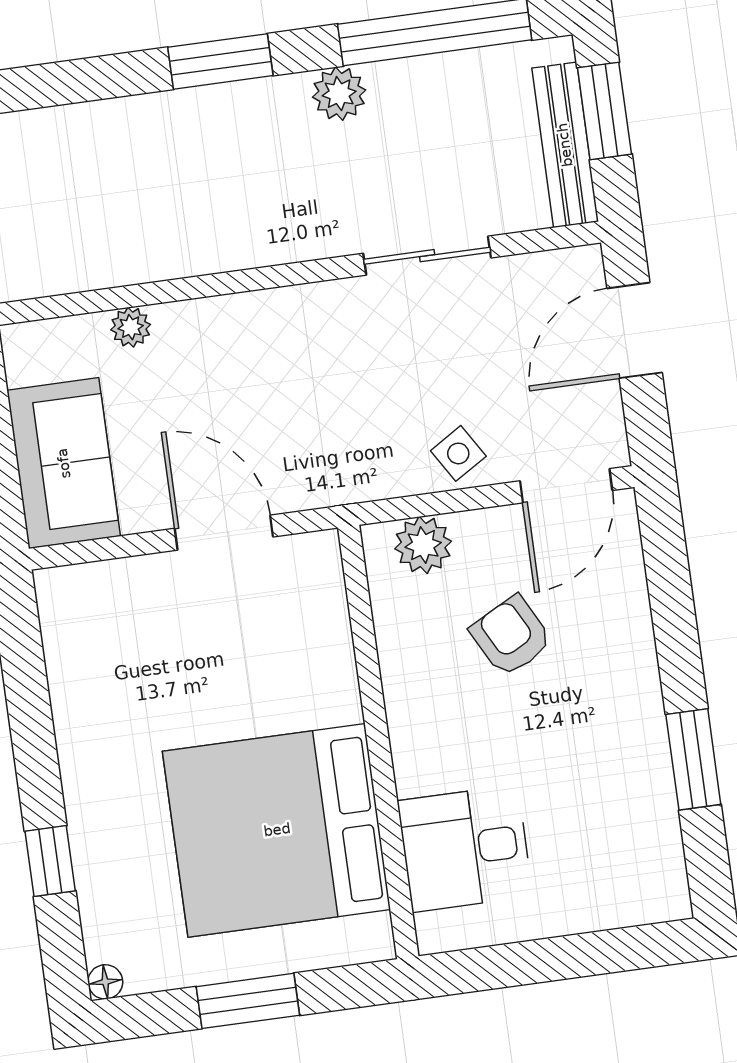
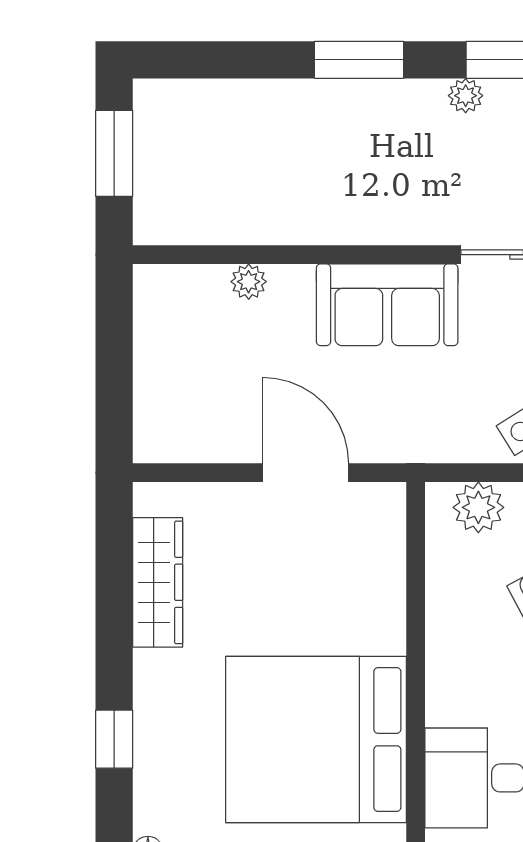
plant: (339, 94) -> (466, 96), width x0.73, depth x0.73
sofa: (64, 463) -> (387, 305), moved, turned 90
wardrobe: (75, 678) -> (158, 582), added

